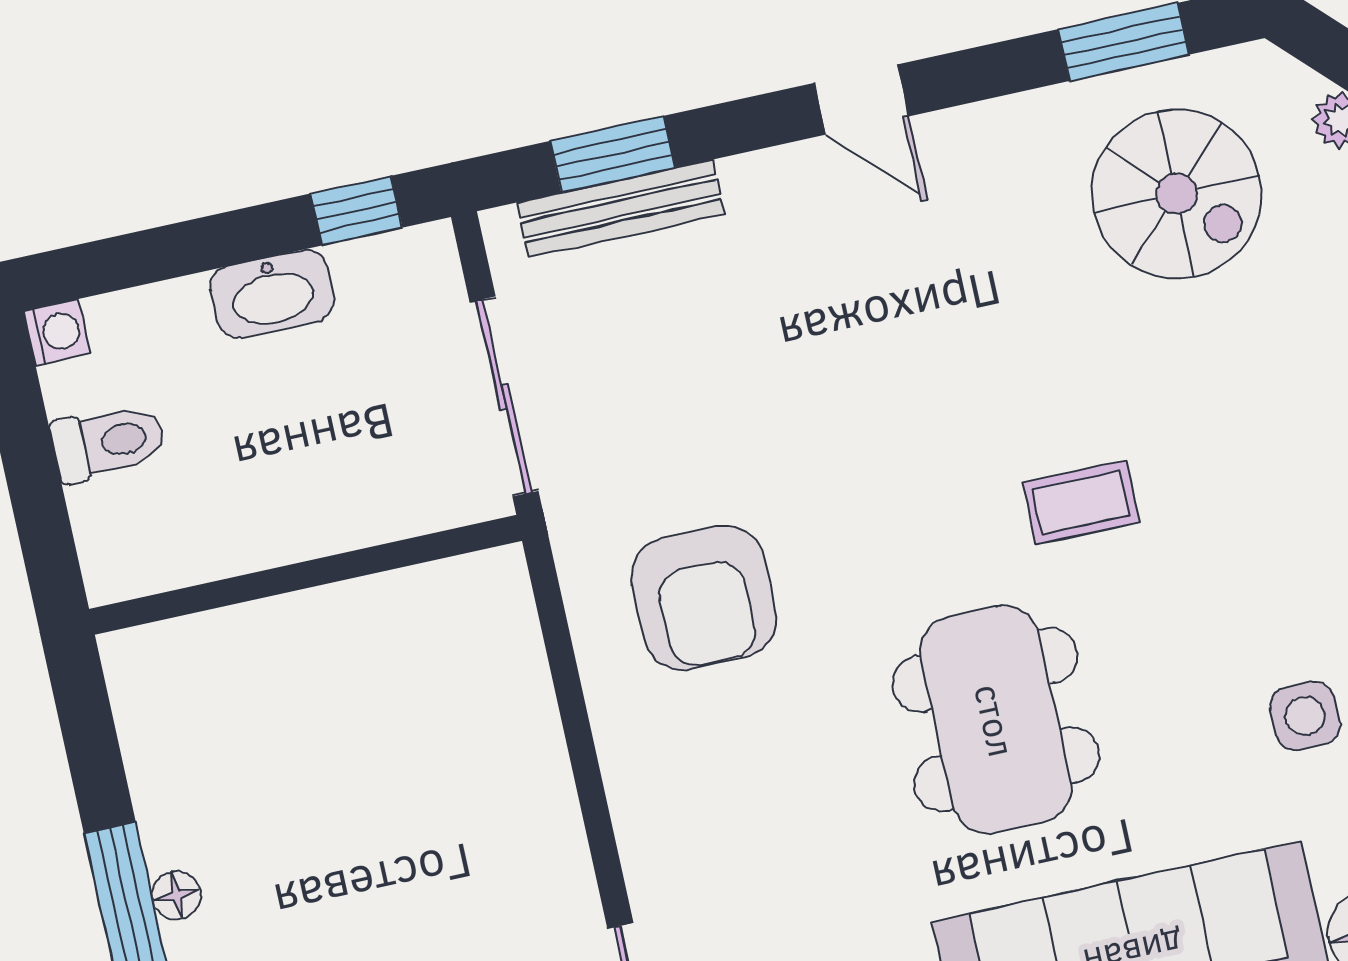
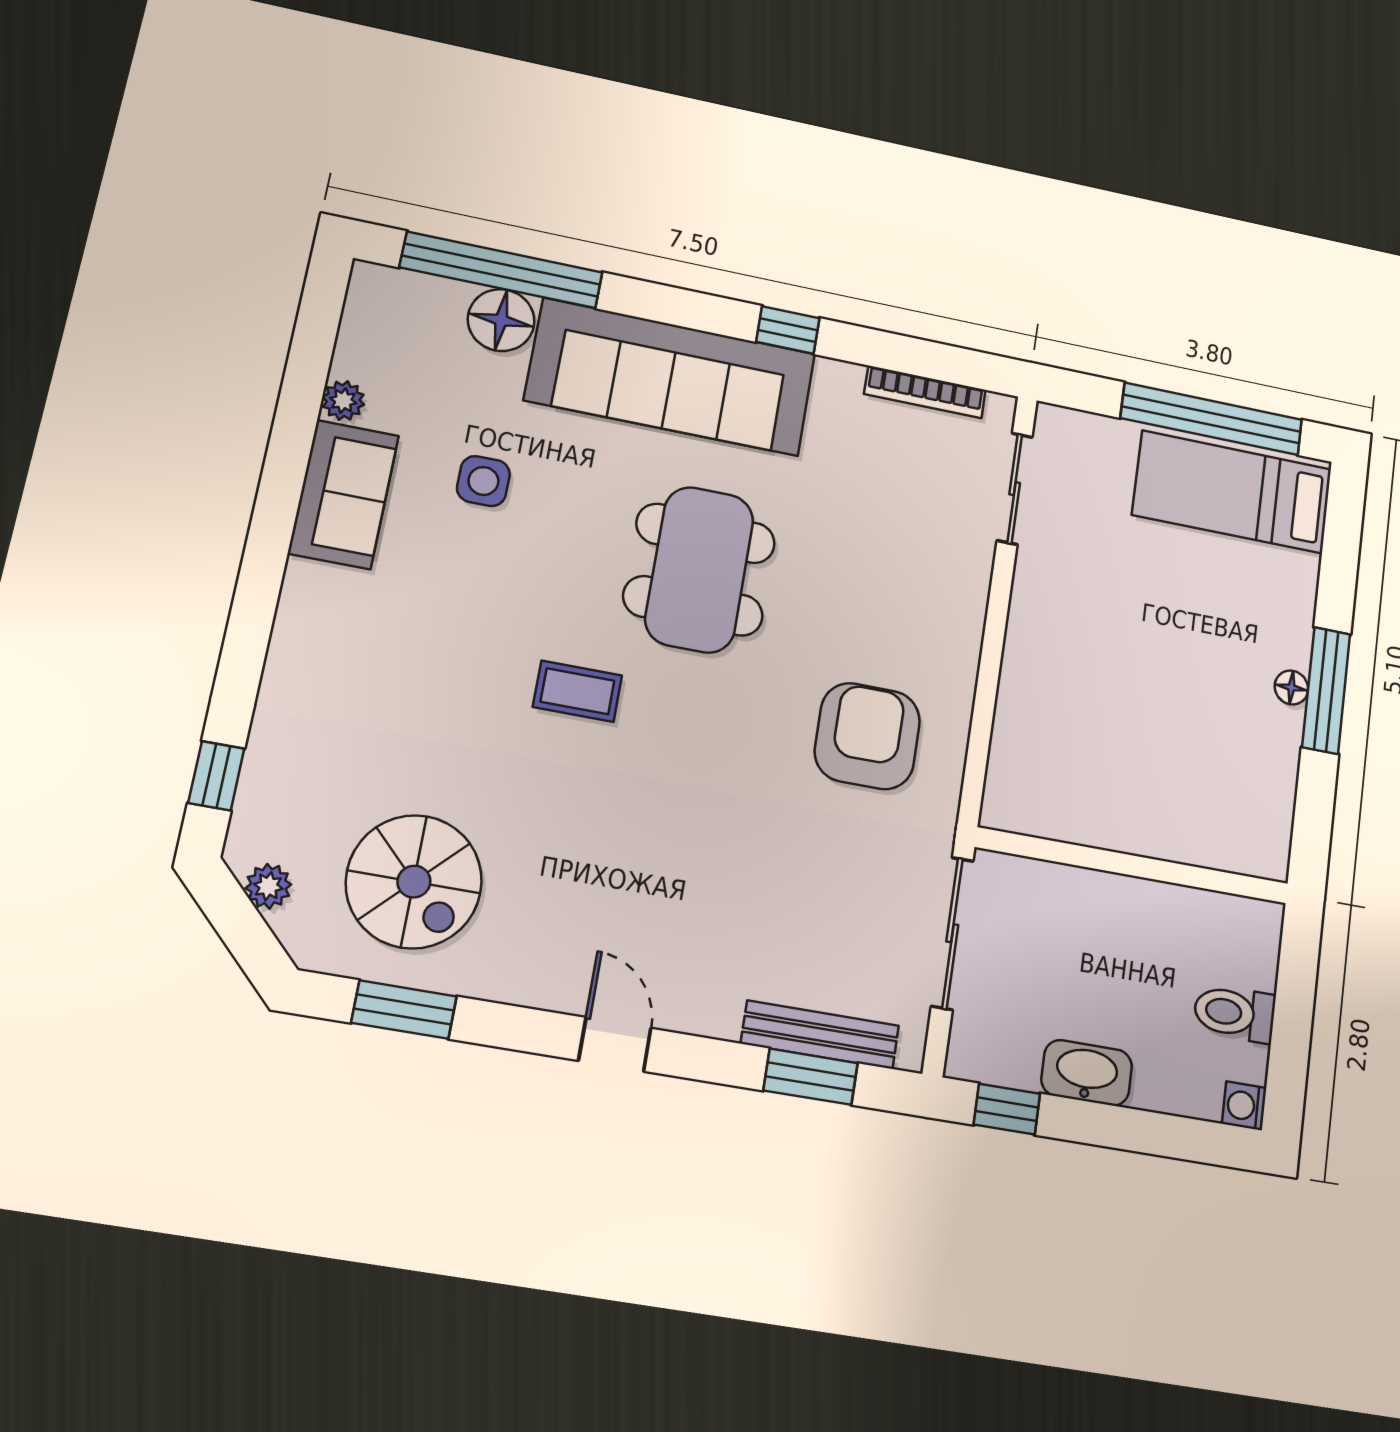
spiral stairs: (1176, 194) -> (414, 882), turned 180

